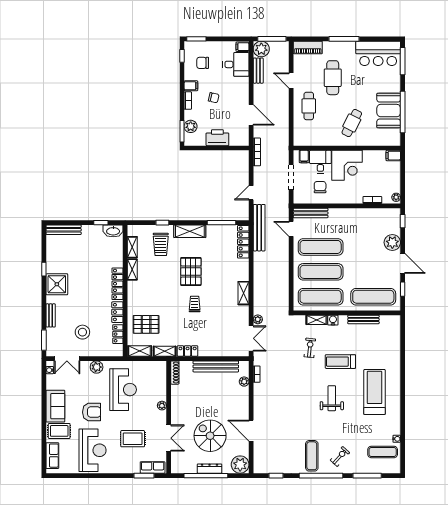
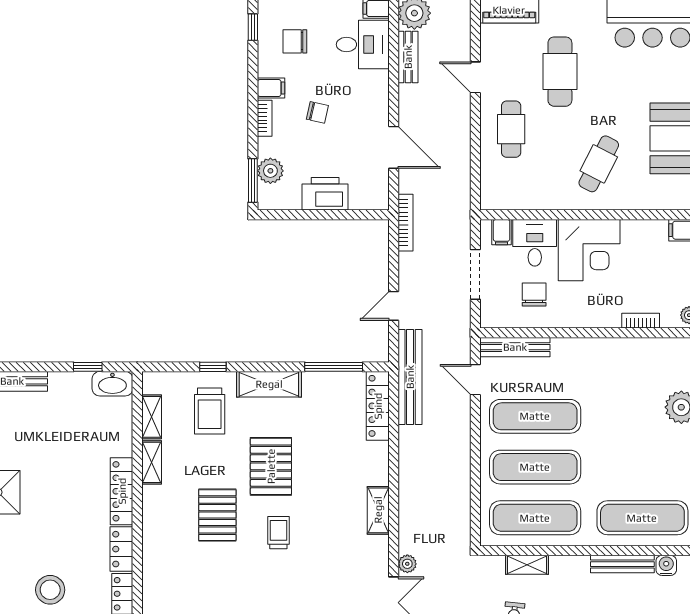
water cooler: (333, 320) -> (666, 565), moved
pallet: (146, 324) -> (217, 515), moved, turned 90

